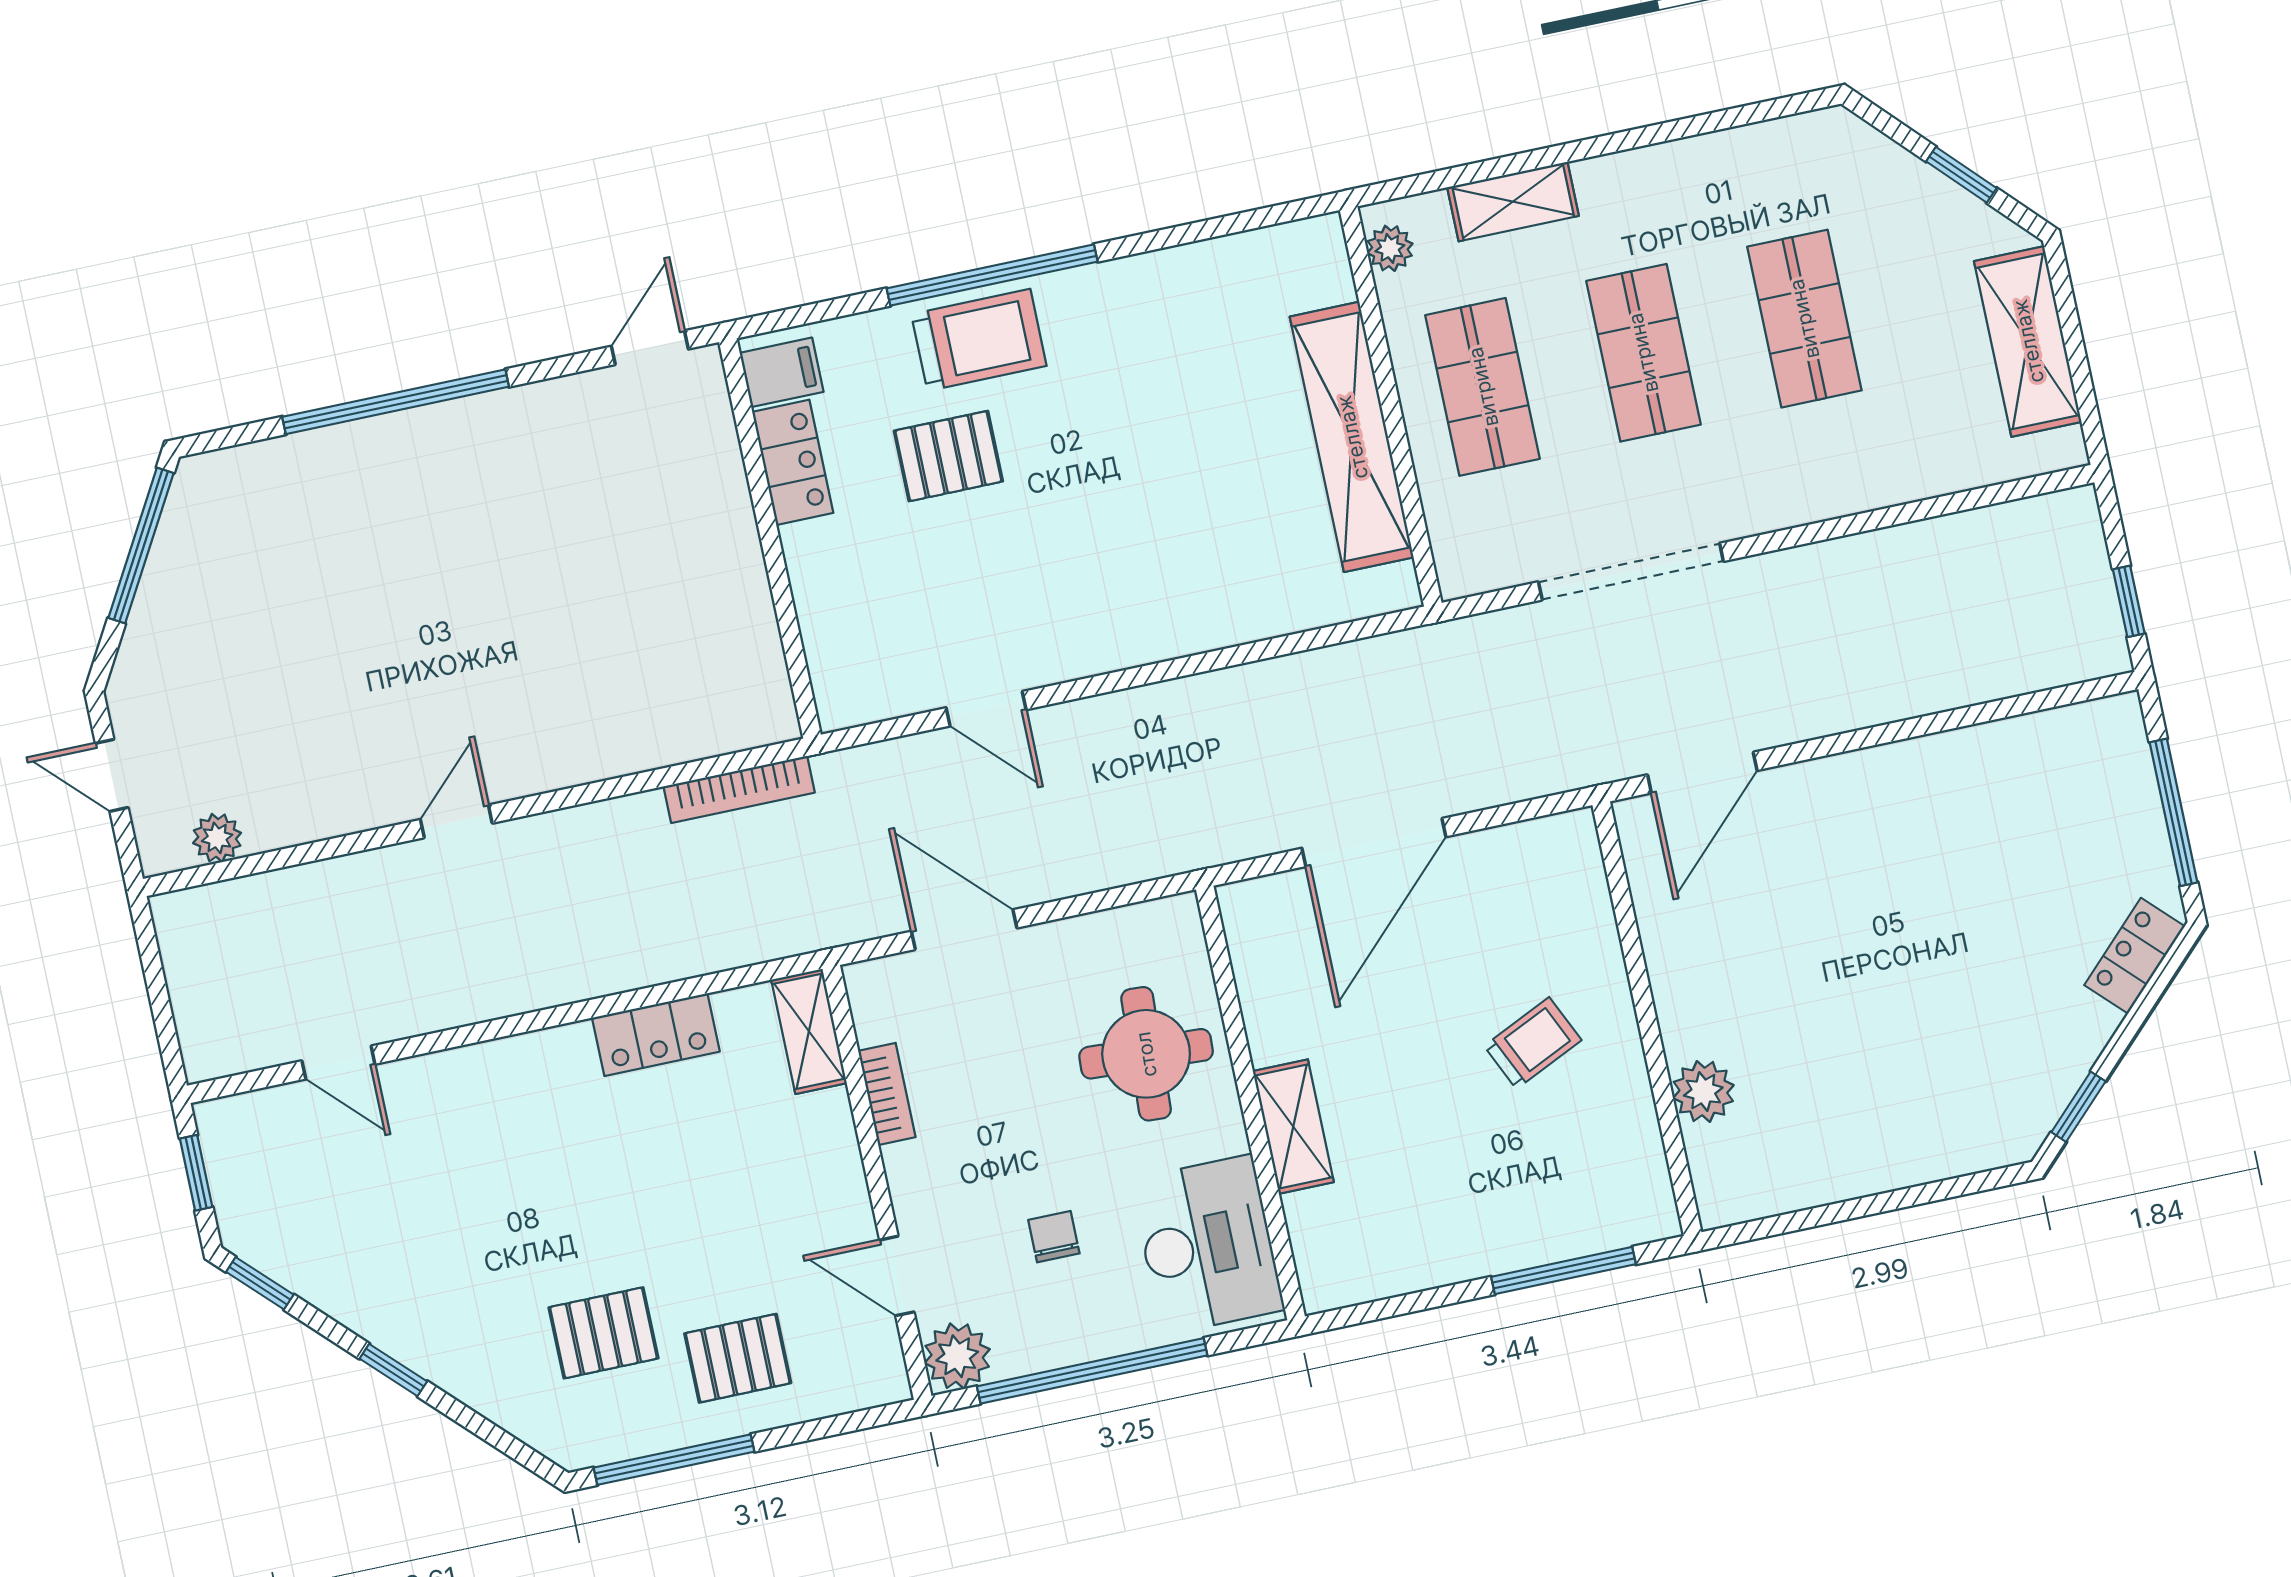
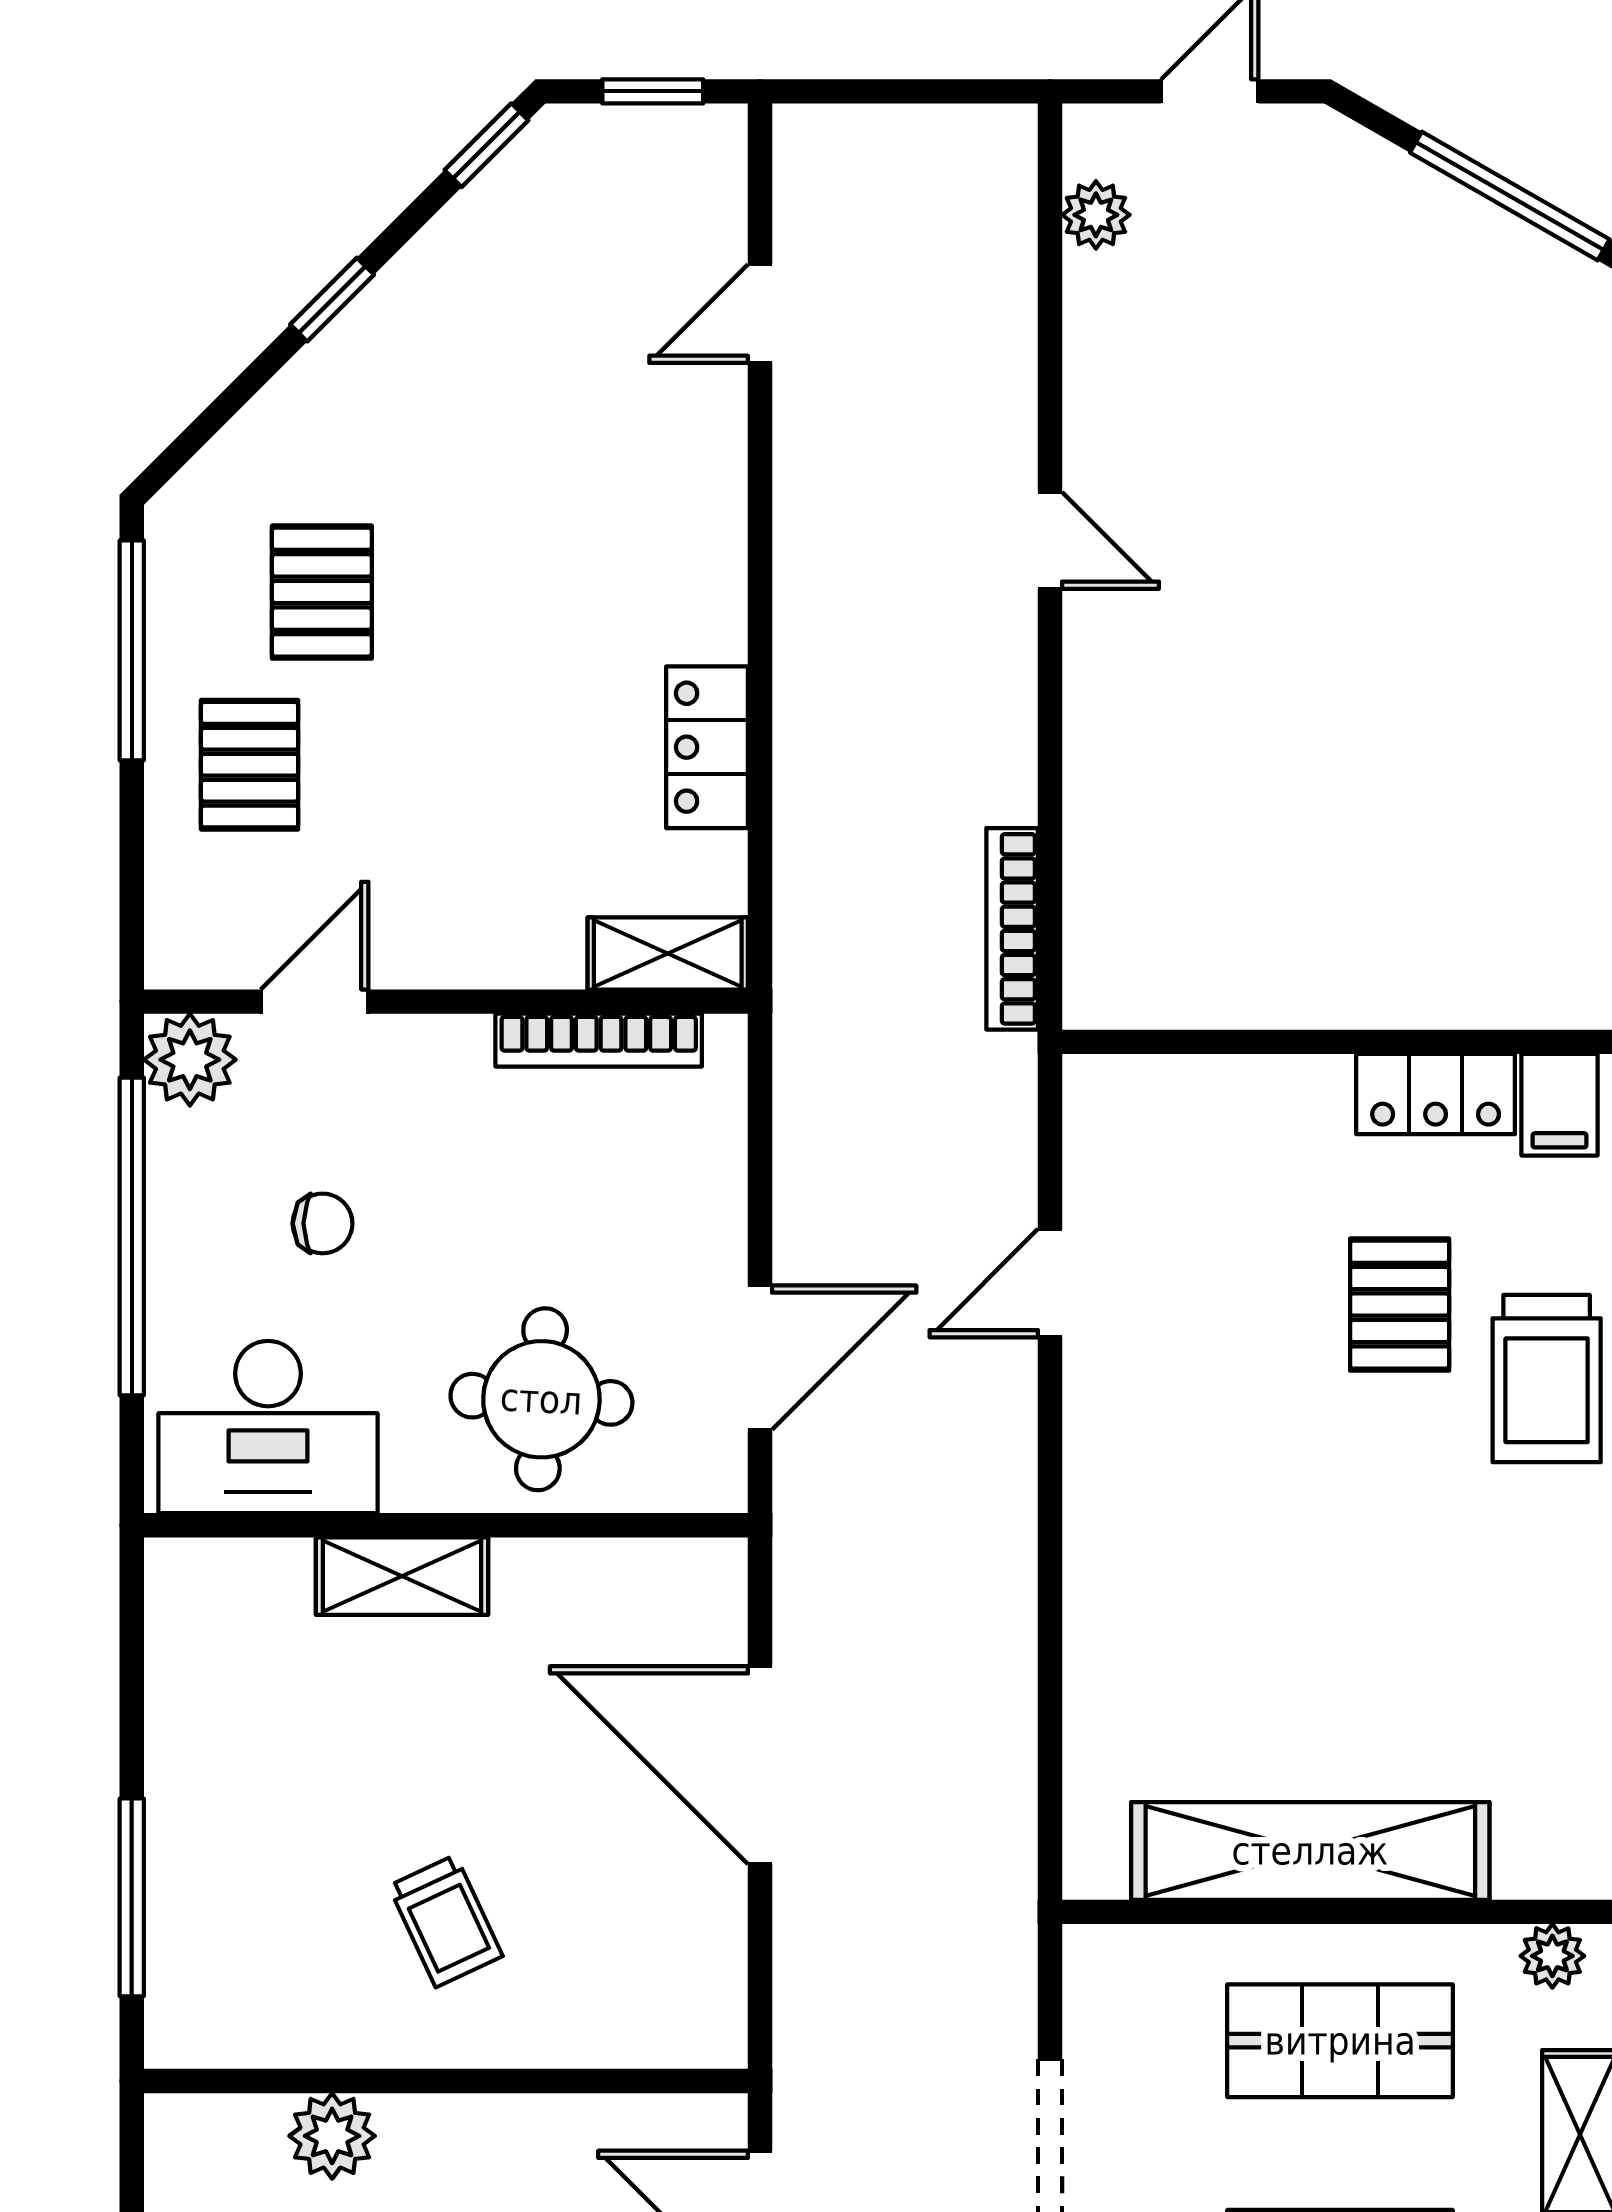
door: (964, 930) -> (760, 1357), moved
bookcase: (887, 1094) -> (599, 1040), width x1.56

